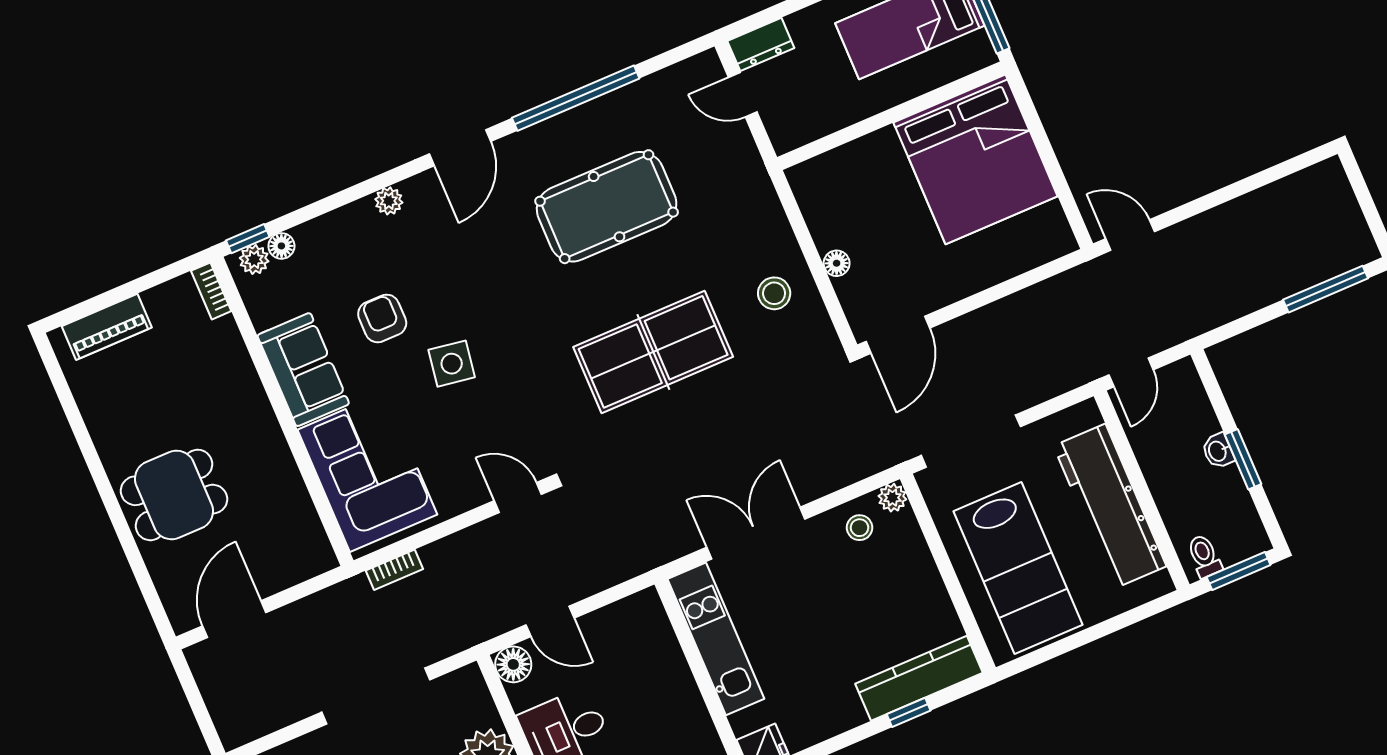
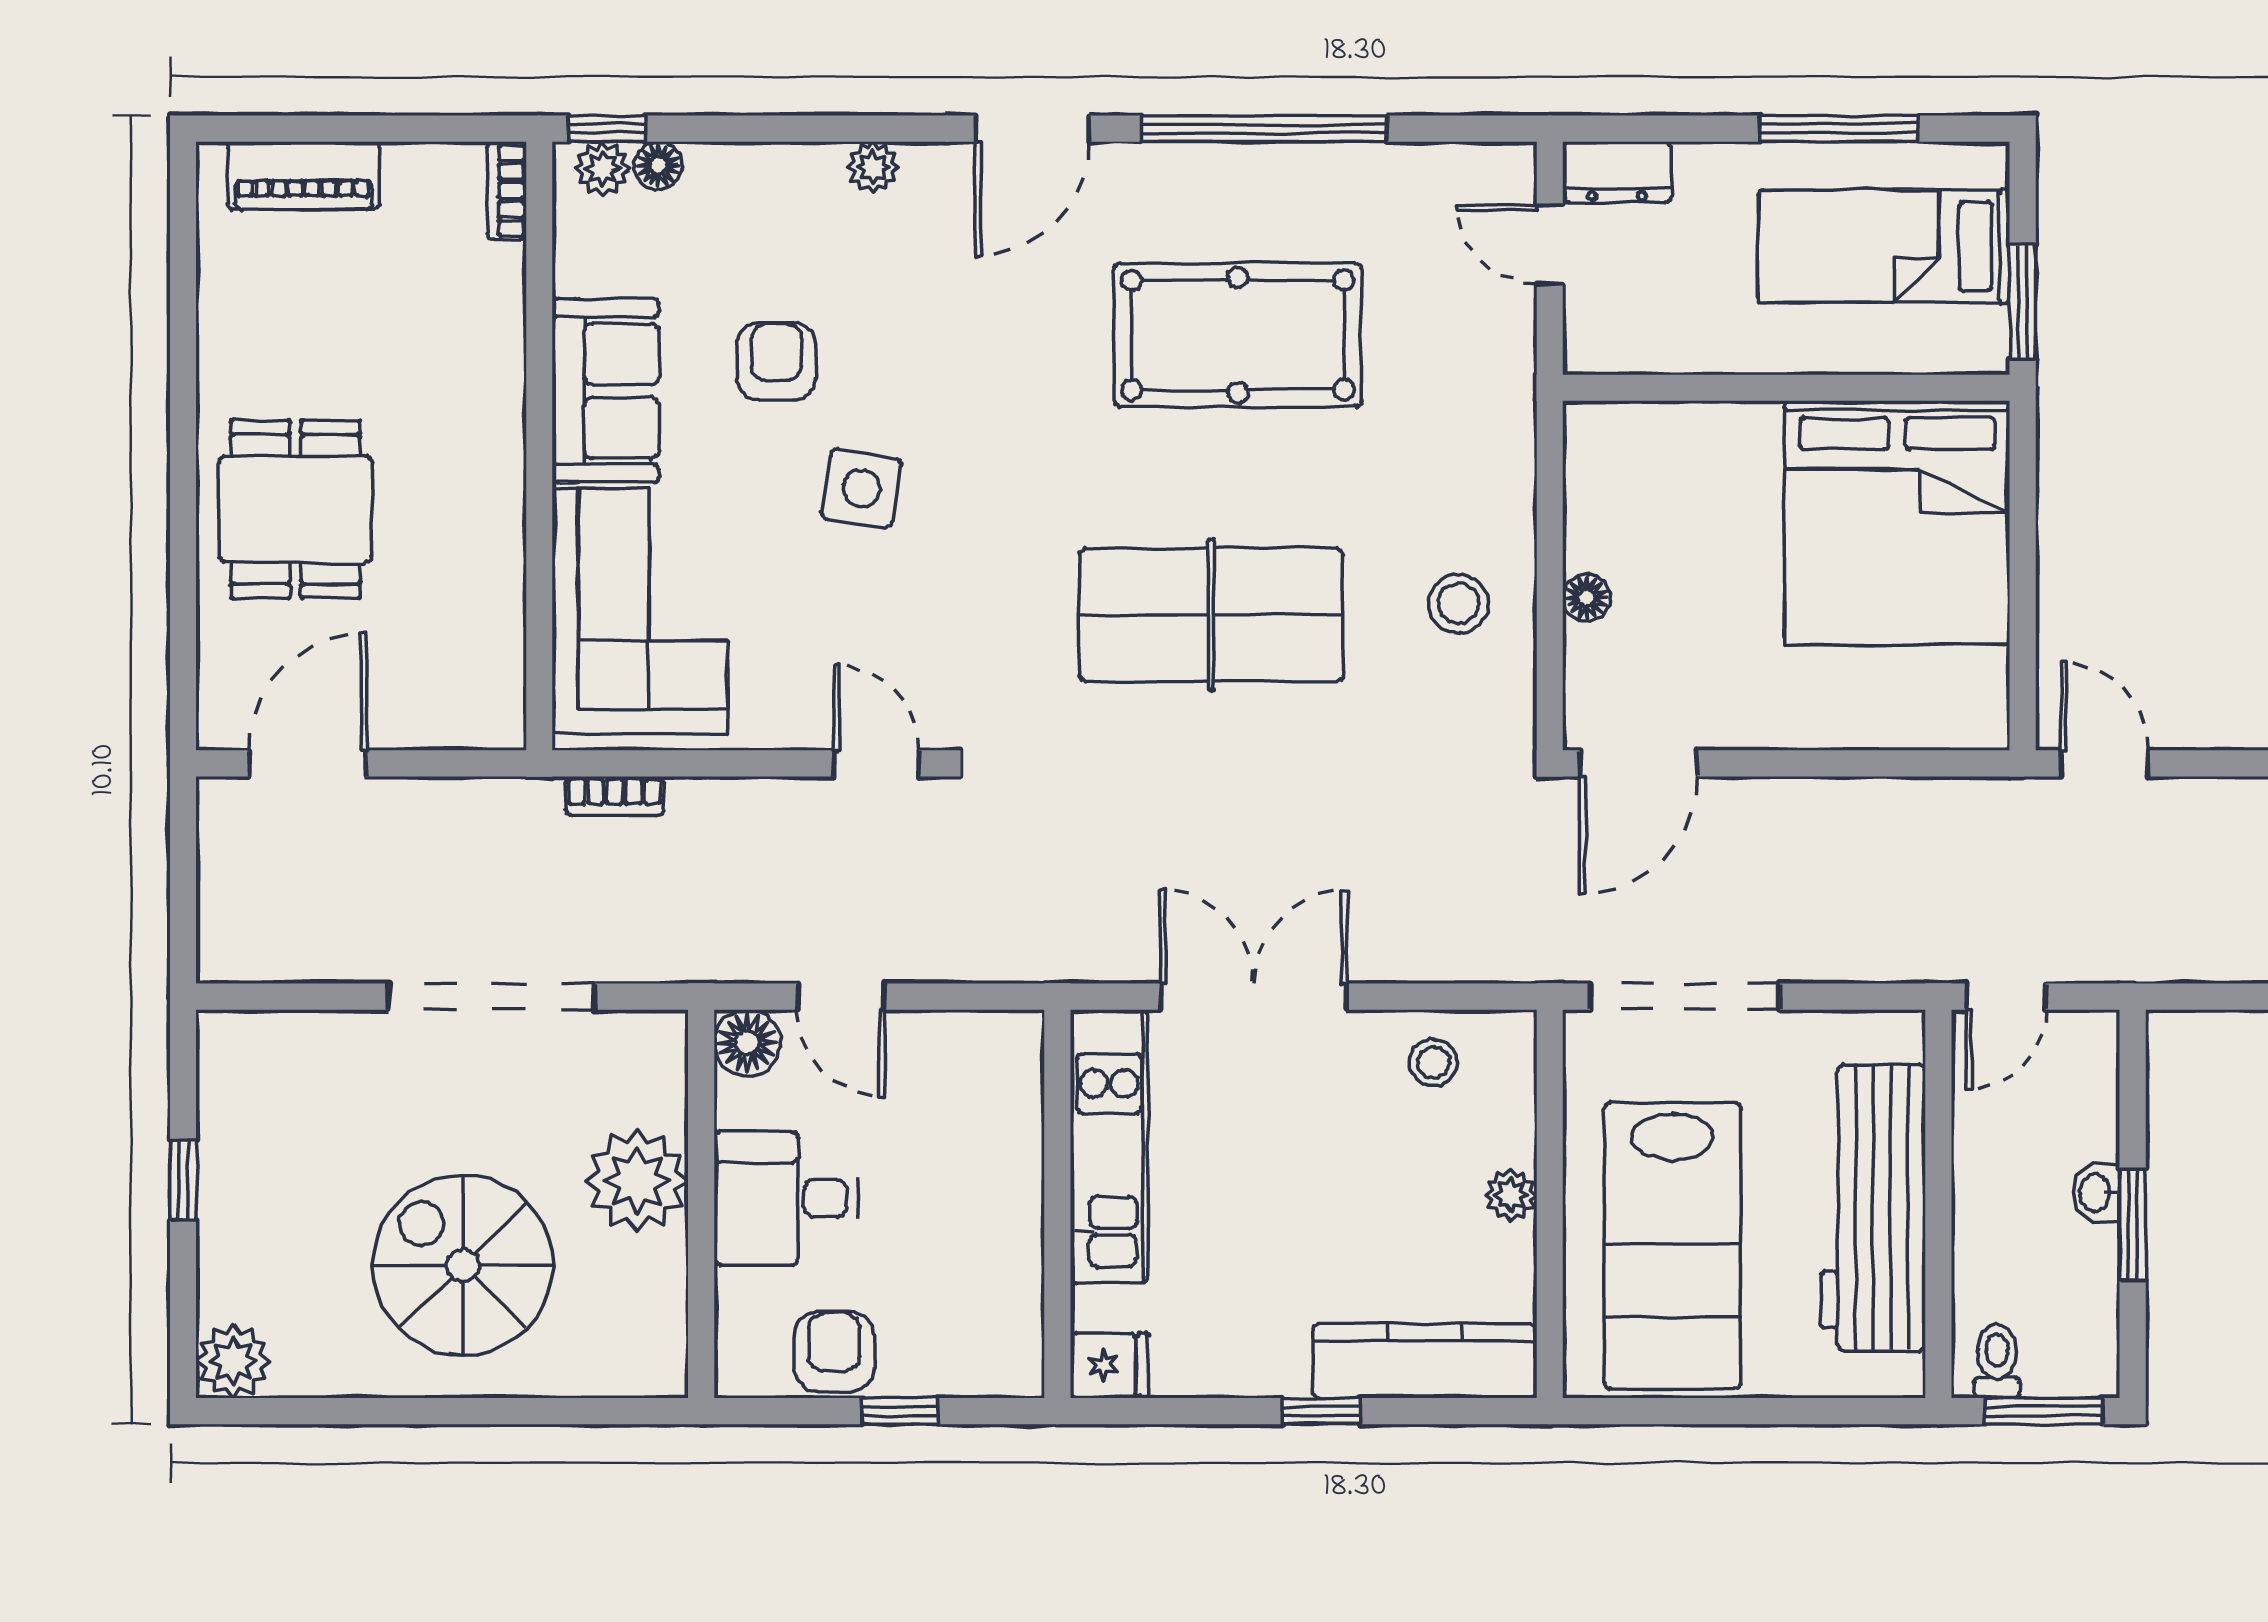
dining table: (174, 495) -> (296, 509), turned 90
plant: (892, 498) -> (1511, 1195), moved
window: (909, 712) -> (1321, 1411), moved

